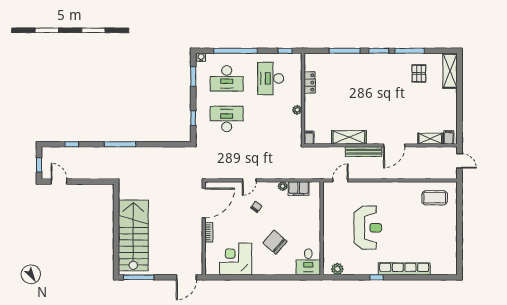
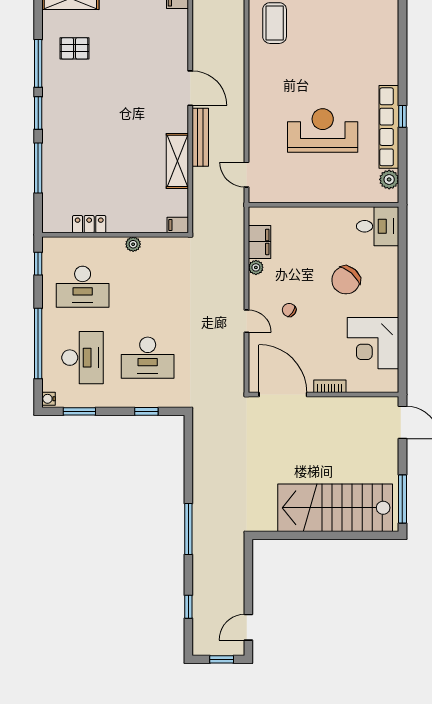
desk: (227, 119) -> (148, 358), turned -90
shelving: (430, 139) -> (179, 30), removed
row of seats: (404, 269) -> (389, 127), moved

